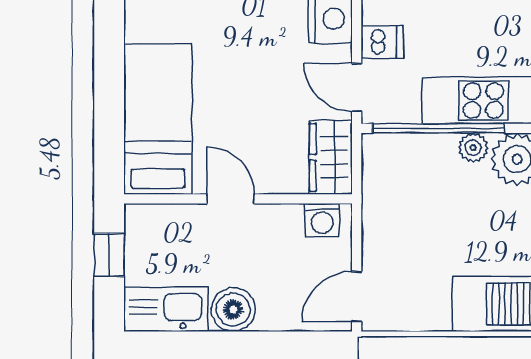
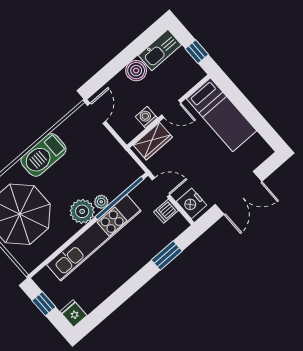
wardrobe: (331, 157) -> (153, 141), moved, turned 90
washing machine: (322, 220) -> (146, 117), moved

